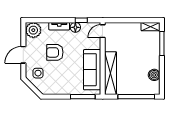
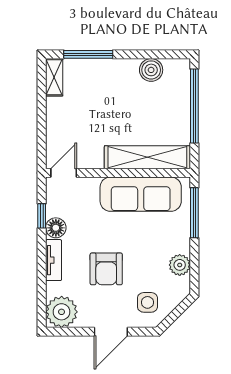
door: (103, 31) -> (64, 173), swing flipped
door: (23, 55) -> (111, 332), hinge flipped
plant: (57, 89) -> (180, 265), added

